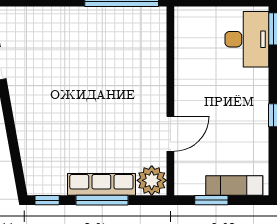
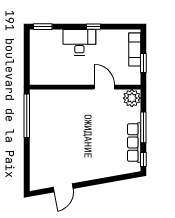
desk: (247, 39) -> (79, 42), moved
row of seats: (101, 184) -> (134, 142), moved

